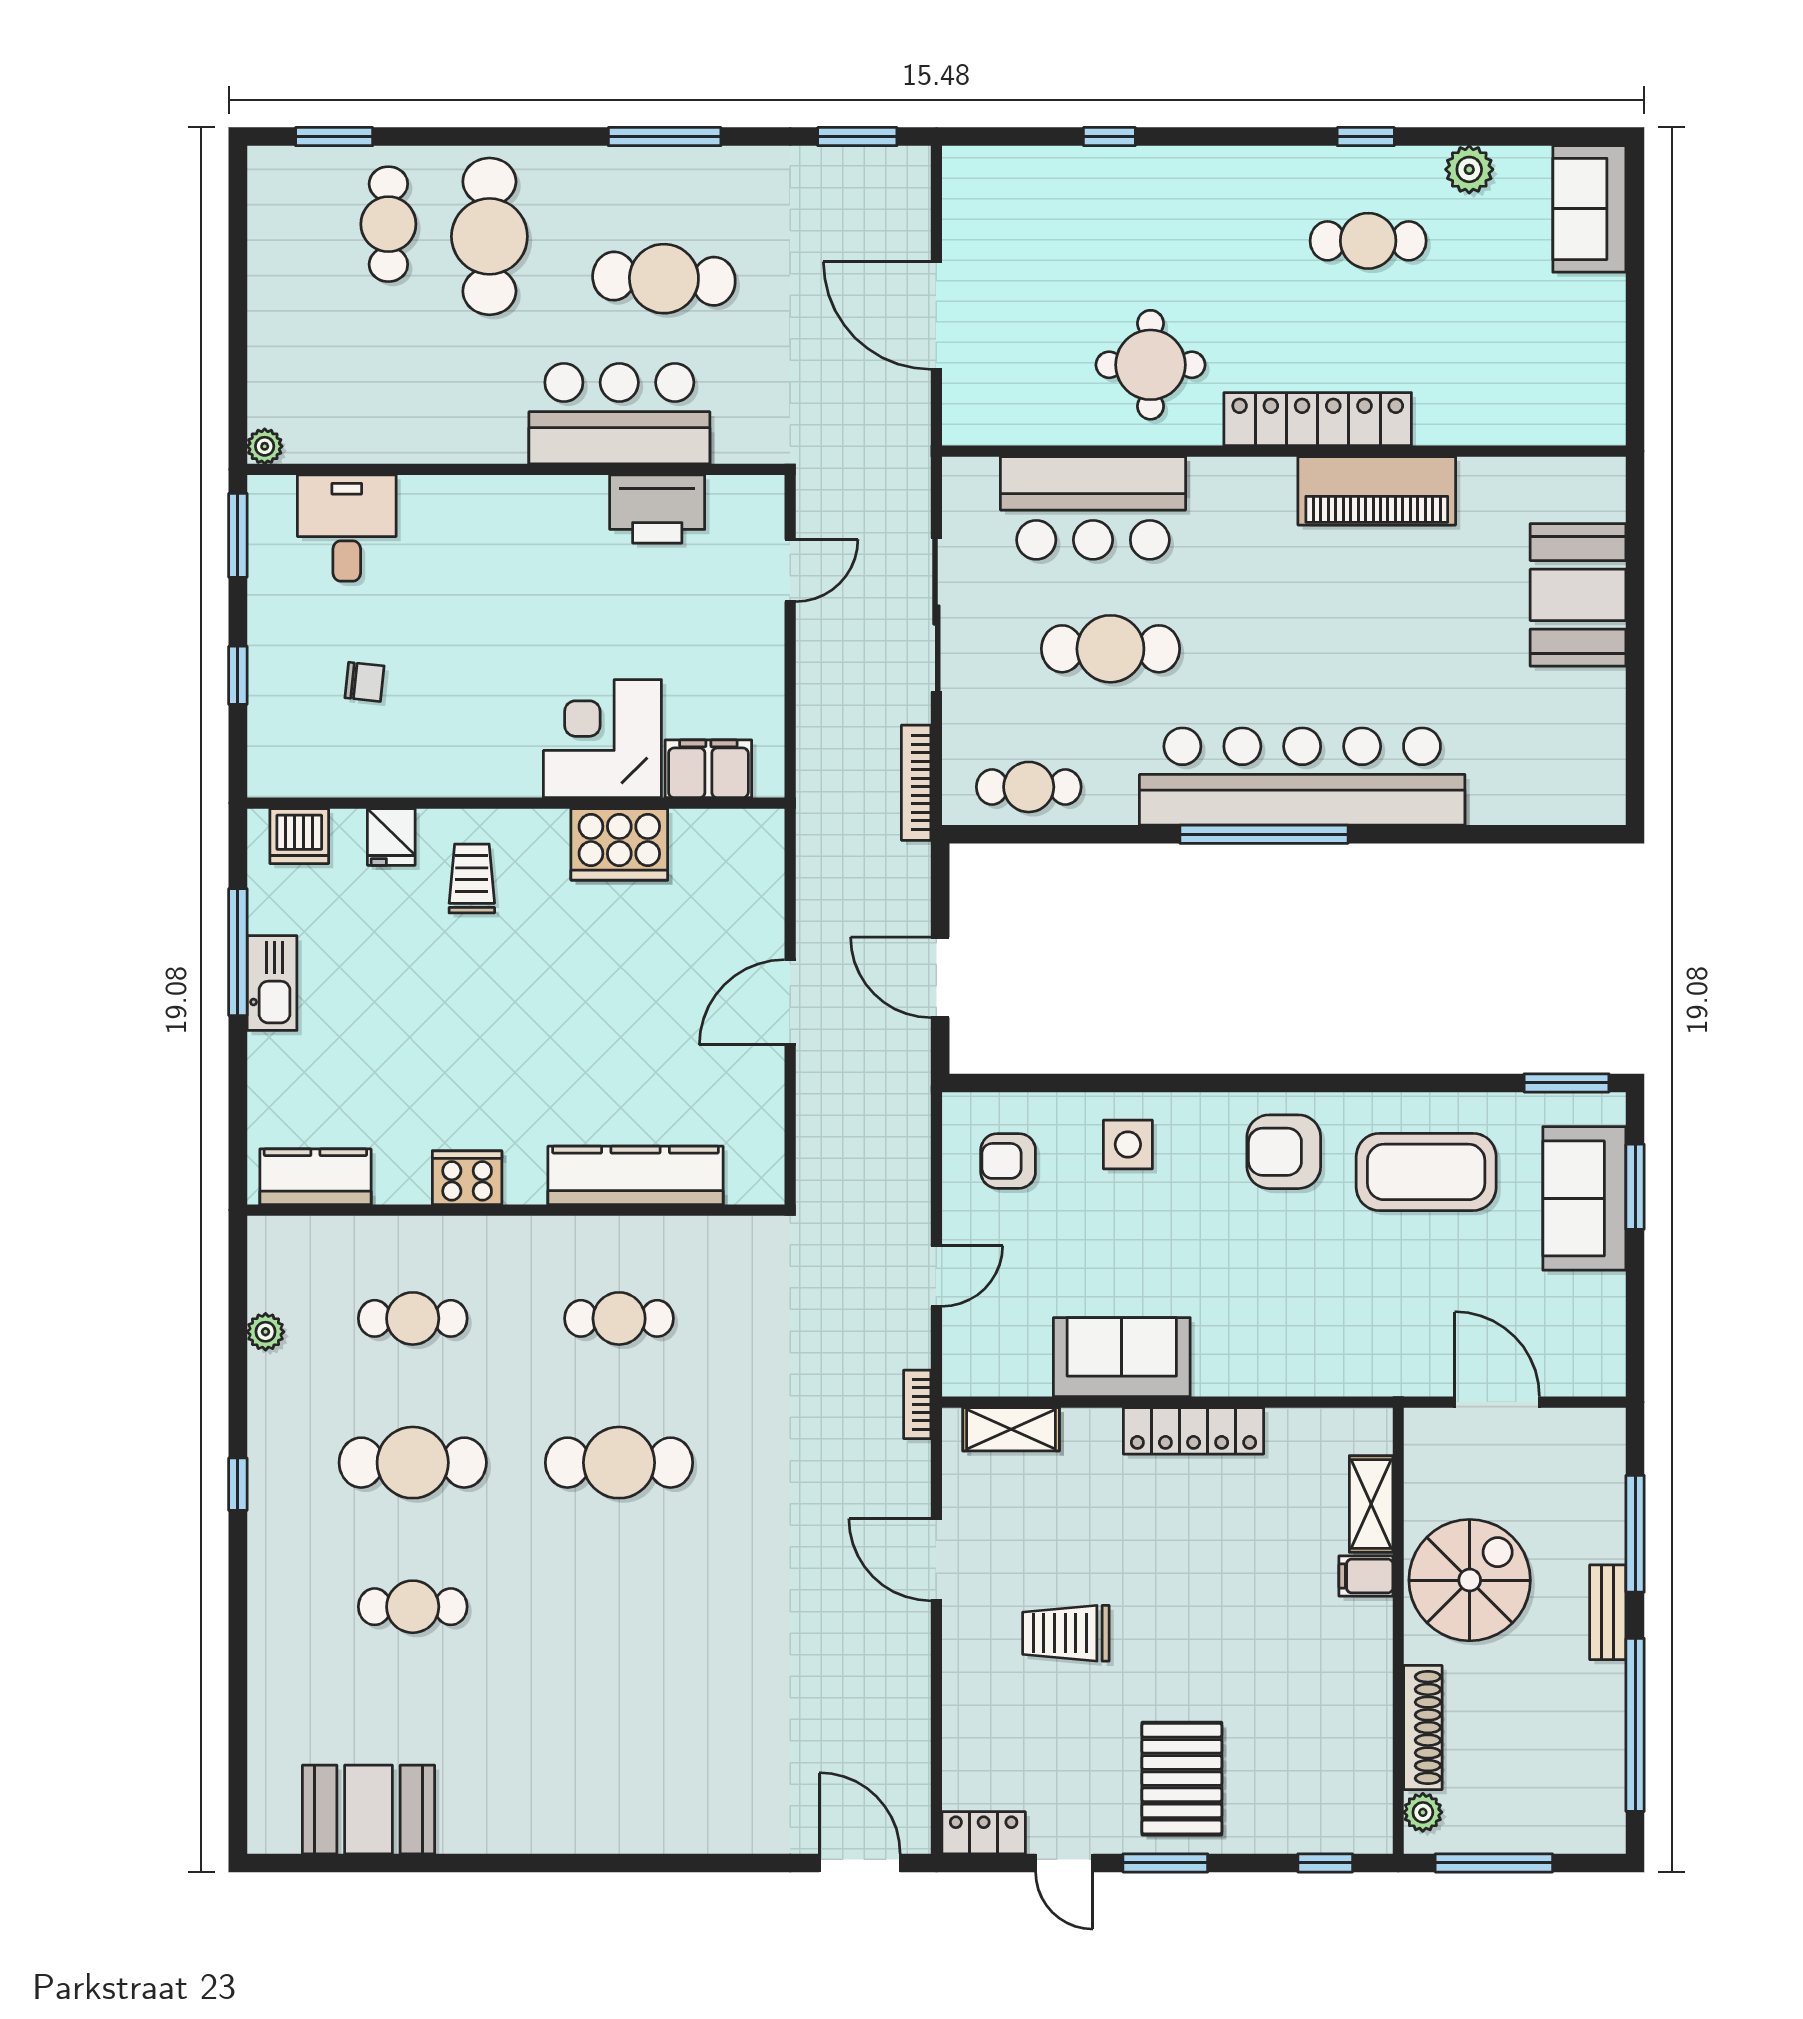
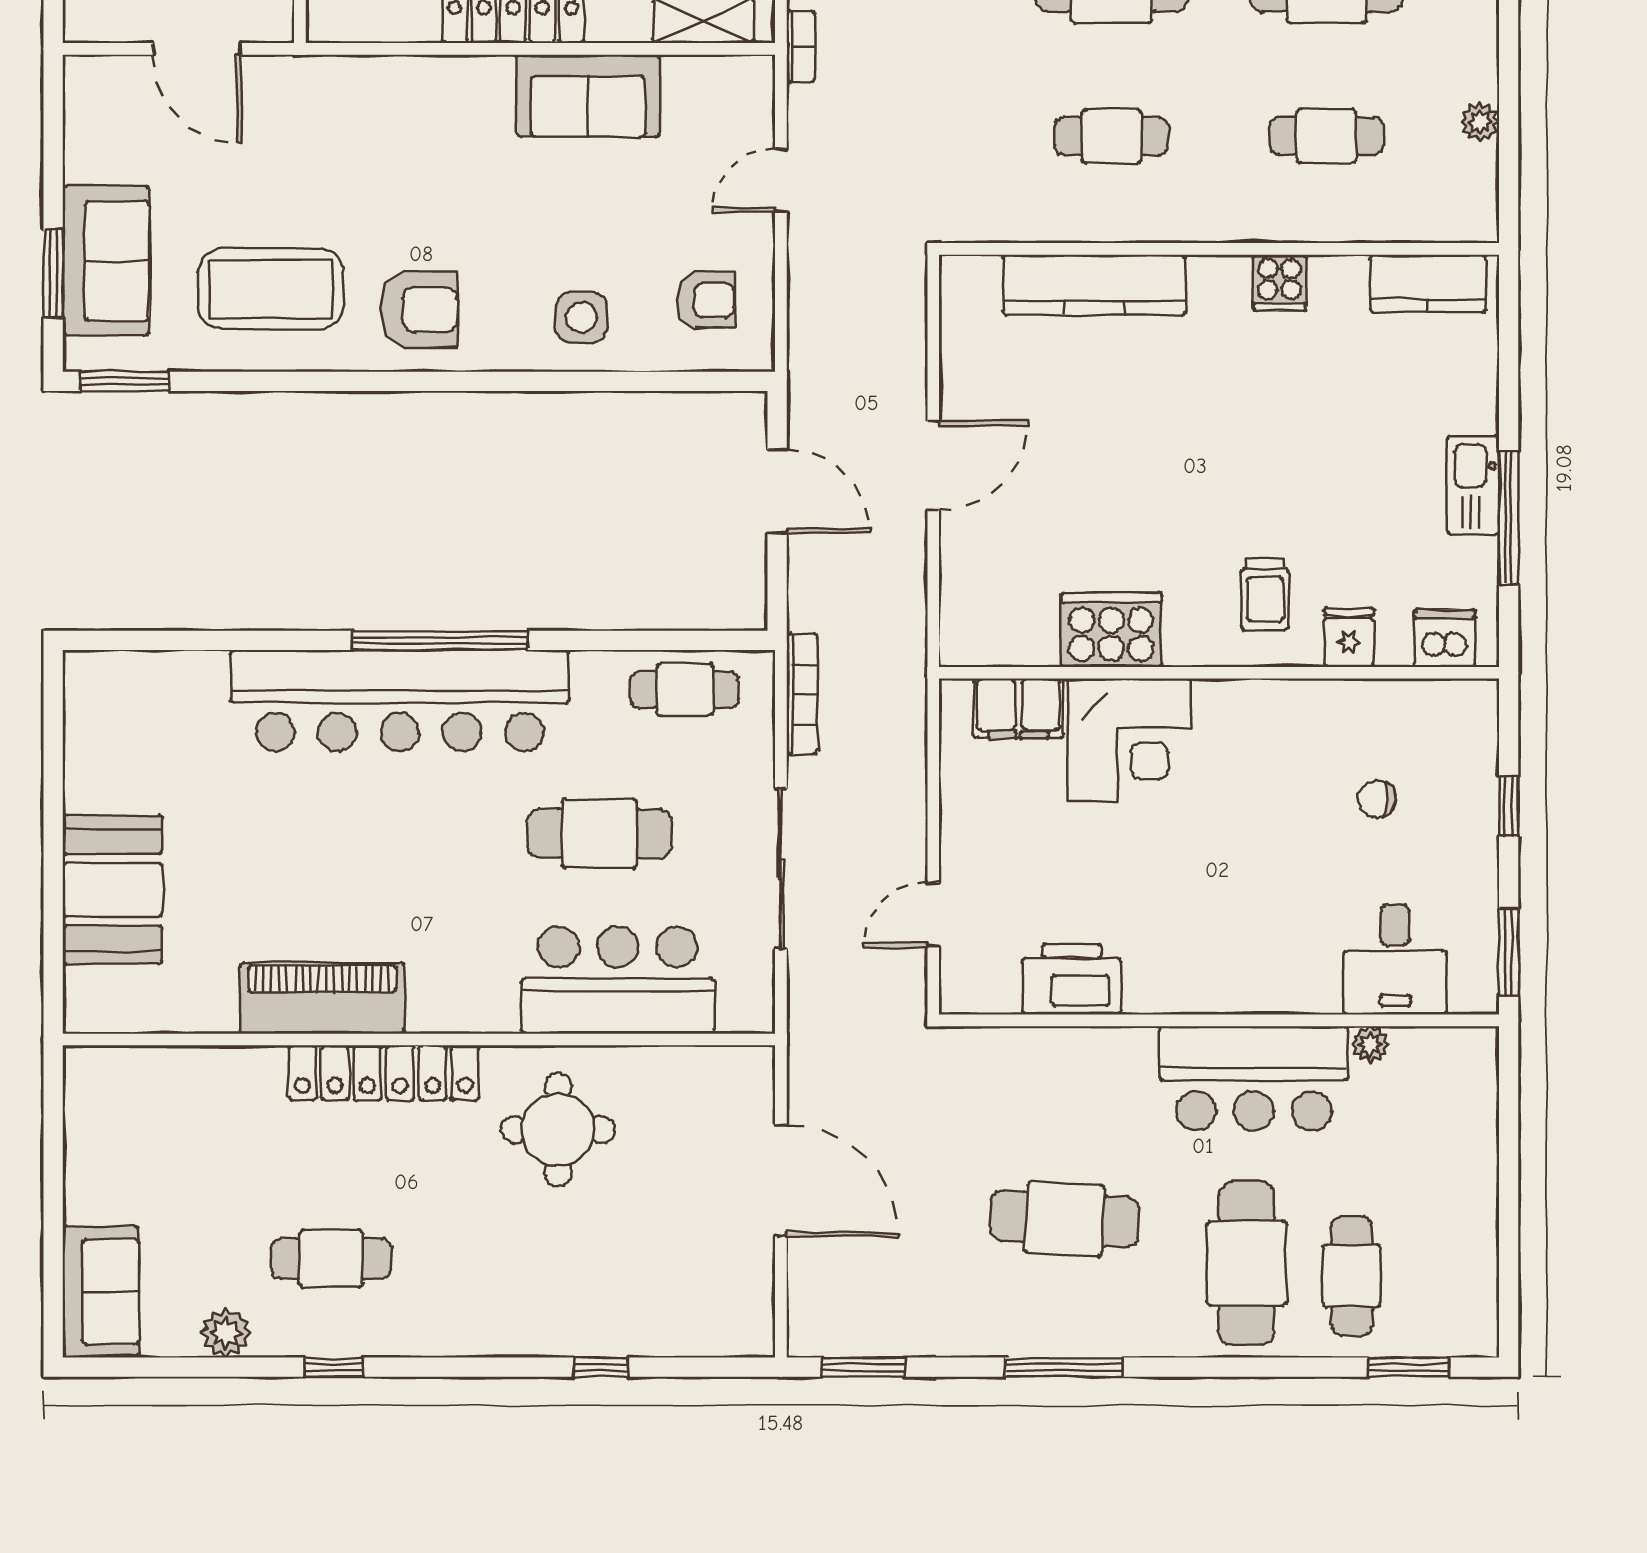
bar counter: (619, 414) -> (1254, 1078), moved
plant: (265, 446) -> (1370, 1044), moved
cooker: (467, 1178) -> (1279, 283), width x0.73

